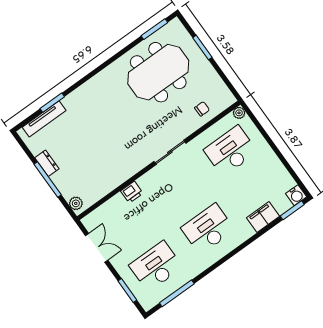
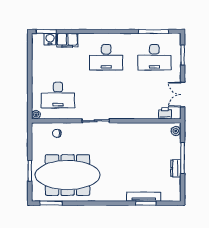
meeting table: (158, 72) -> (68, 175), width x1.36
tv unit: (44, 119) -> (144, 197), moved
printer: (132, 192) -> (165, 113), moved
water cooler: (296, 195) -> (50, 39), moved

